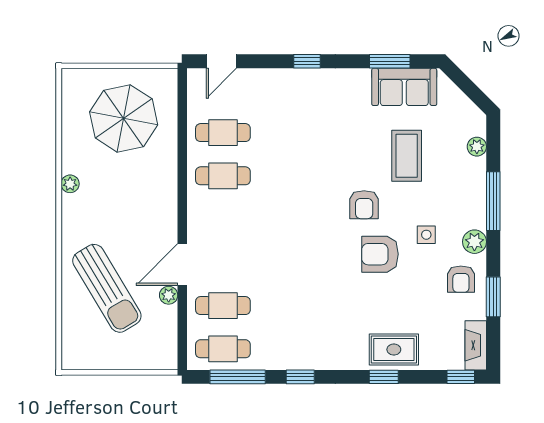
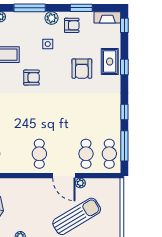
cafe table: (223, 176) -> (39, 154), moved
armchair: (380, 254) -> (82, 69), moved

